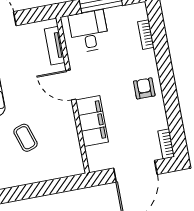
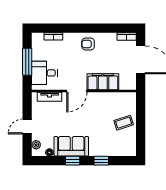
coffee table: (25, 138) -> (124, 123), moved

